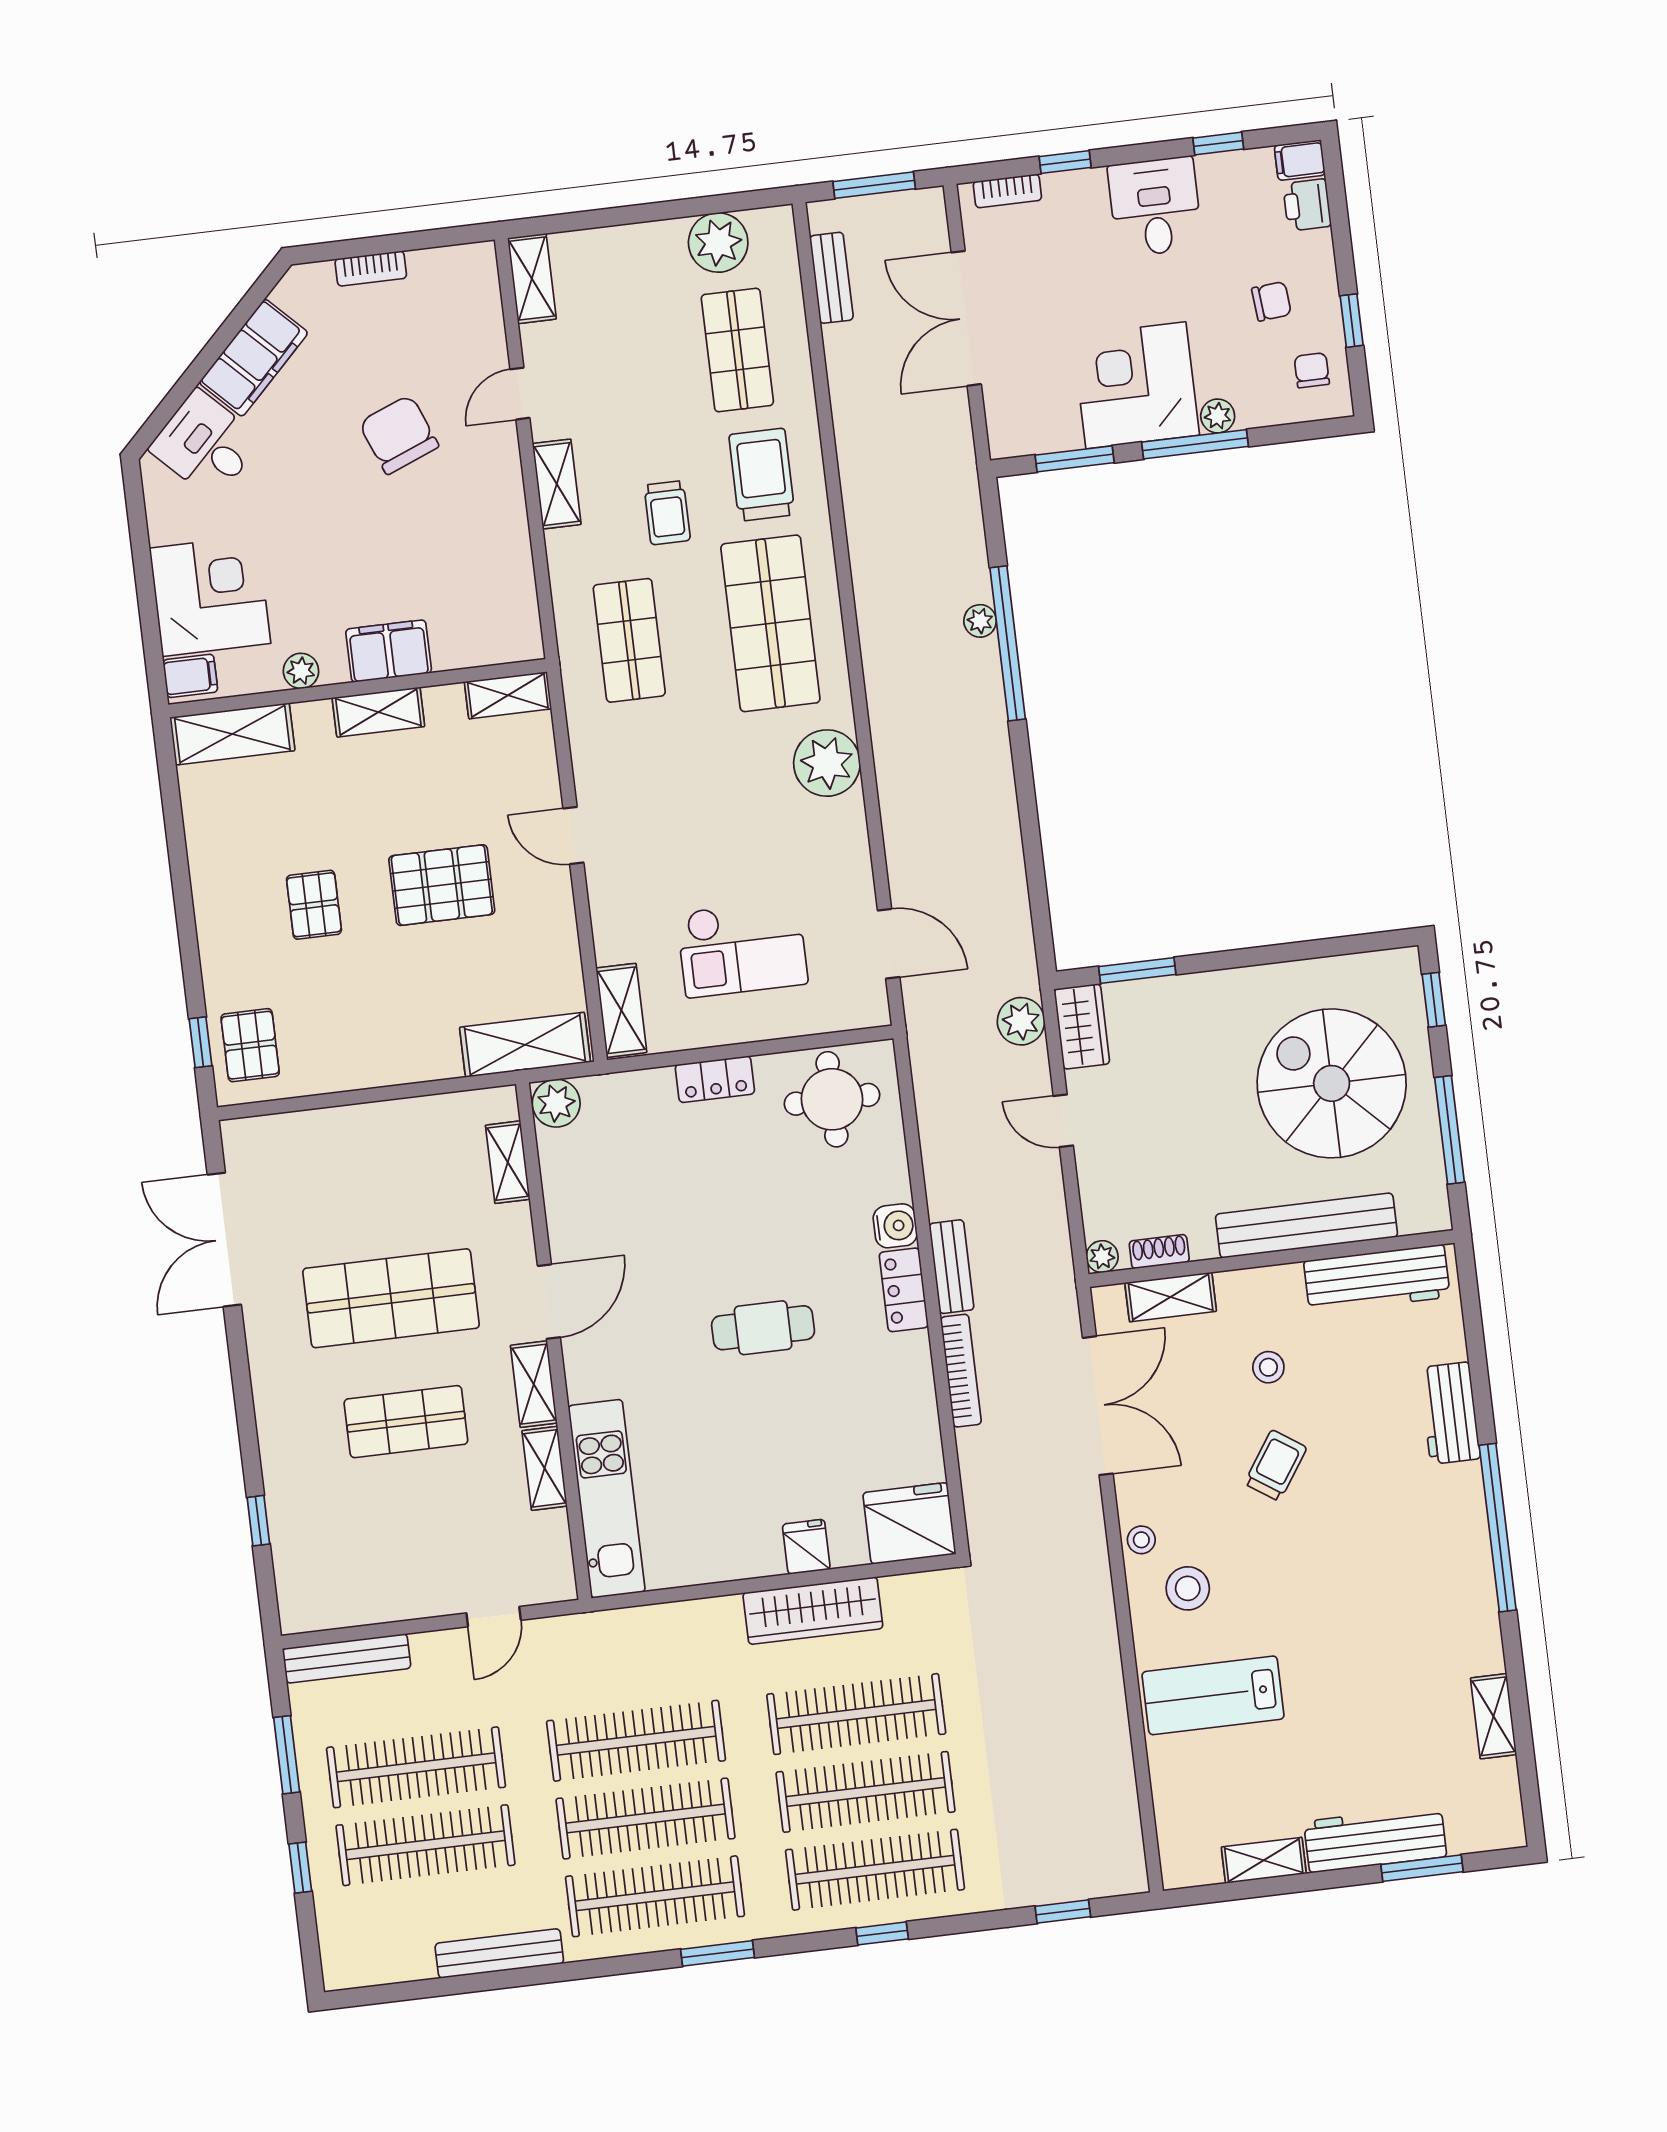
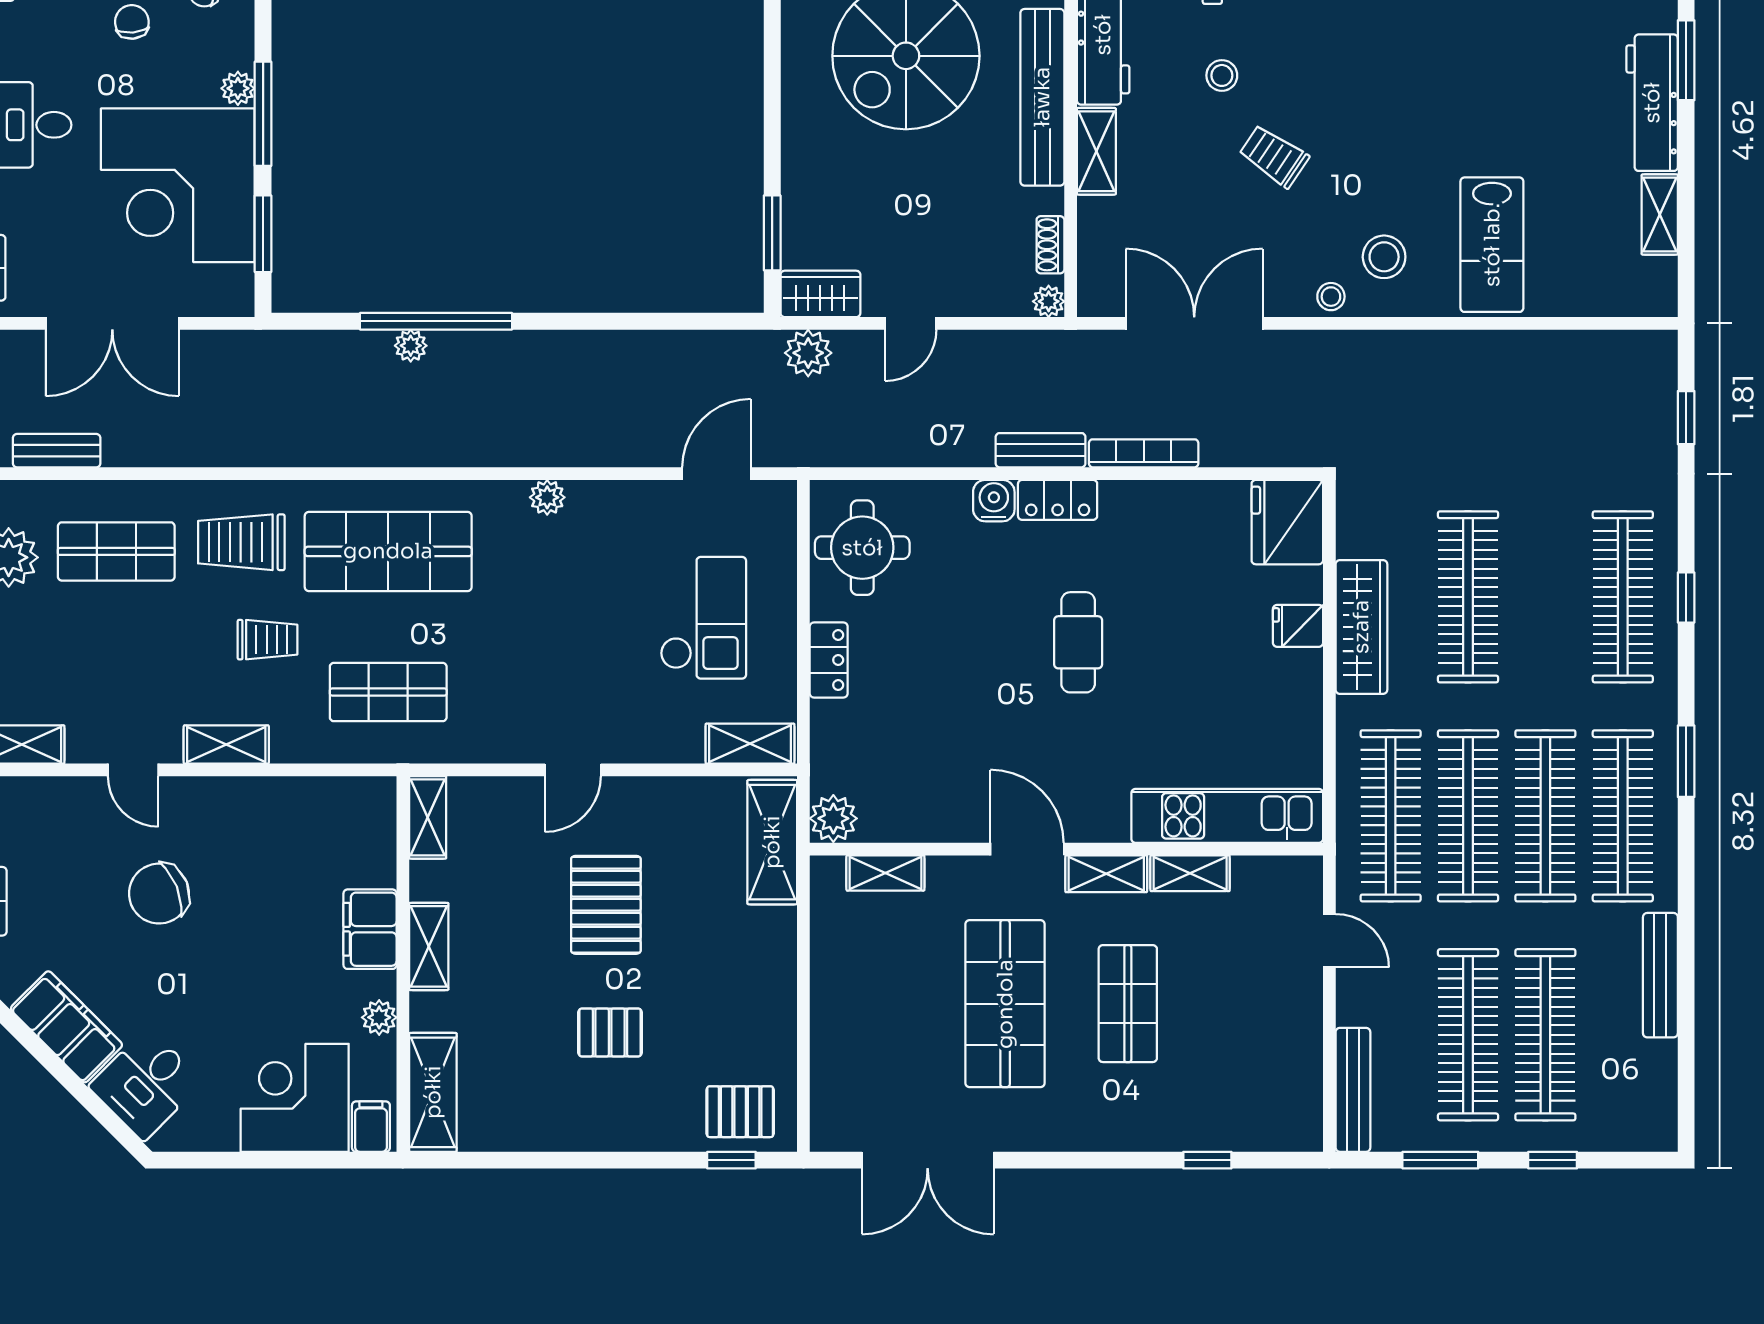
corner desk: (1136, 385) -> (178, 185), width x1.36, depth x1.36
plant: (827, 763) -> (547, 497), width x0.53, depth x0.53
shelving: (1171, 1297) -> (1096, 151), moved
stool: (1268, 1367) -> (1222, 75), moved
clothes rail: (866, 1792) -> (1391, 816), moved

